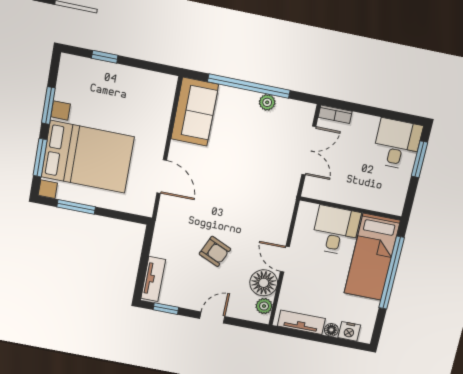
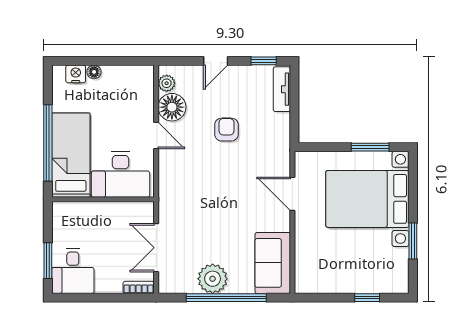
plant: (267, 102) -> (213, 279), width x1.88, depth x1.88
window: (40, 158) -> (413, 189), removed
desk: (336, 230) -> (121, 174), width x1.37
armchair: (215, 251) -> (226, 130), turned 66
tv unit: (301, 322) -> (126, 74), removed

